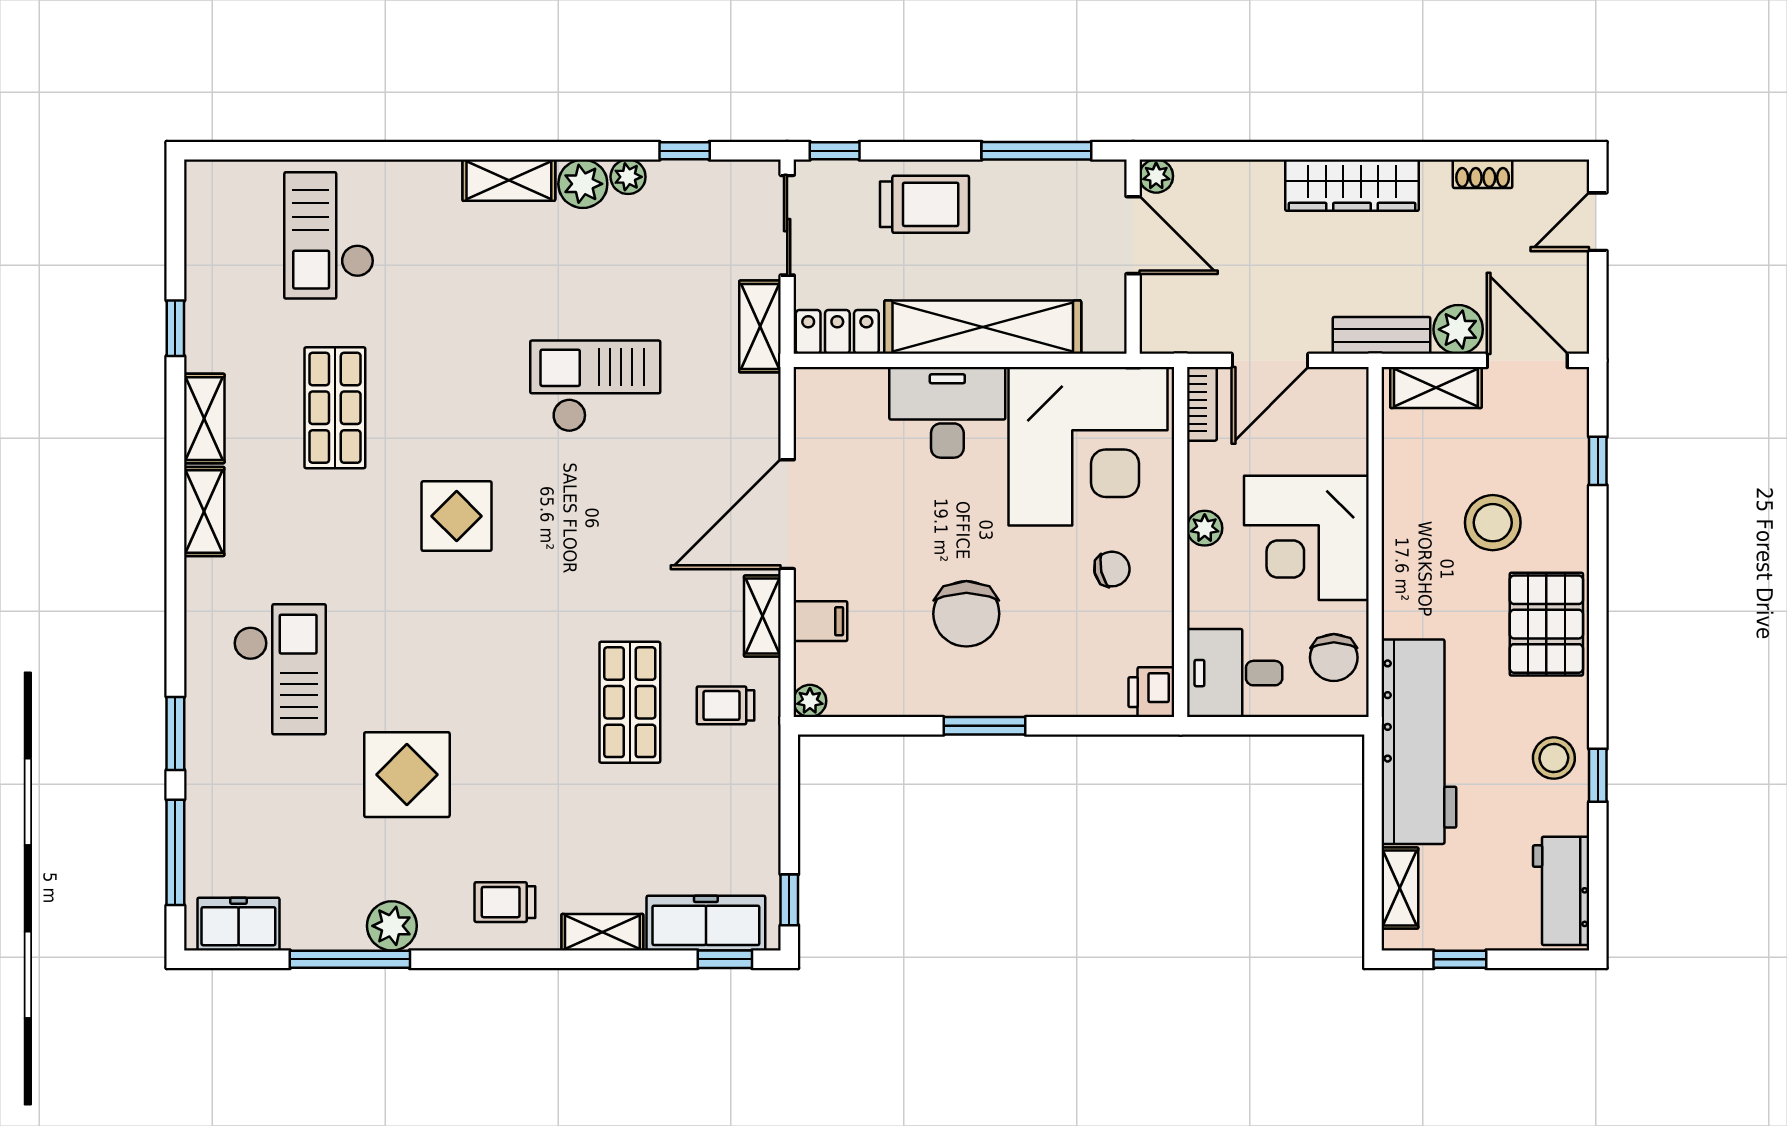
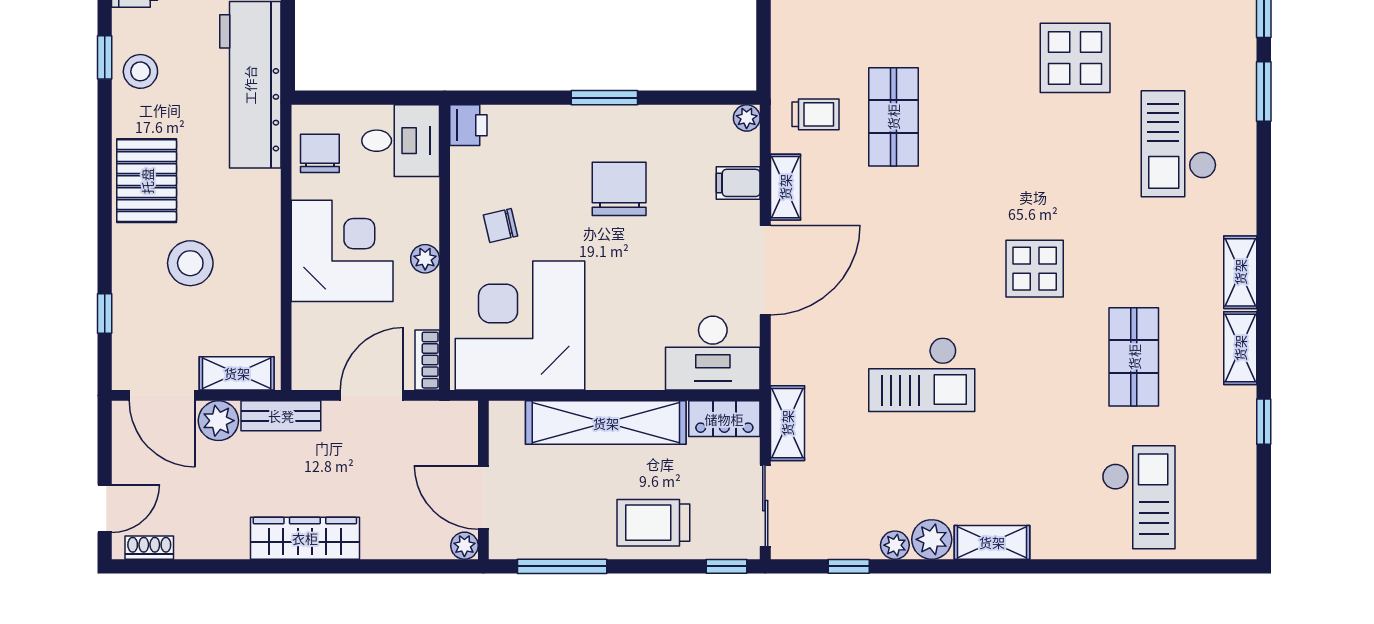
shoe rack: (1483, 174) -> (149, 548), moved
desk: (947, 412) -> (713, 353), moved

